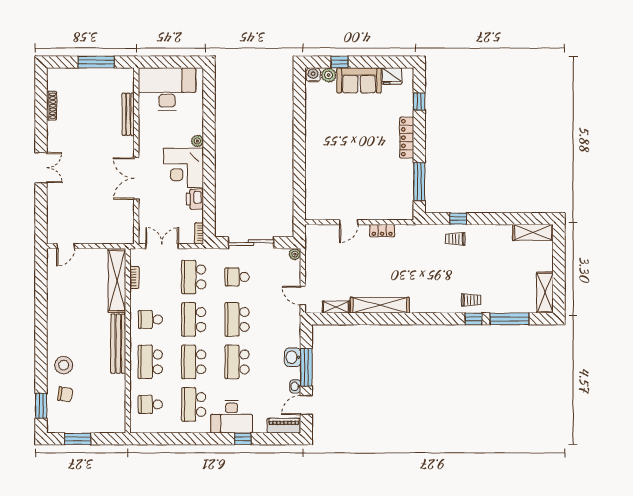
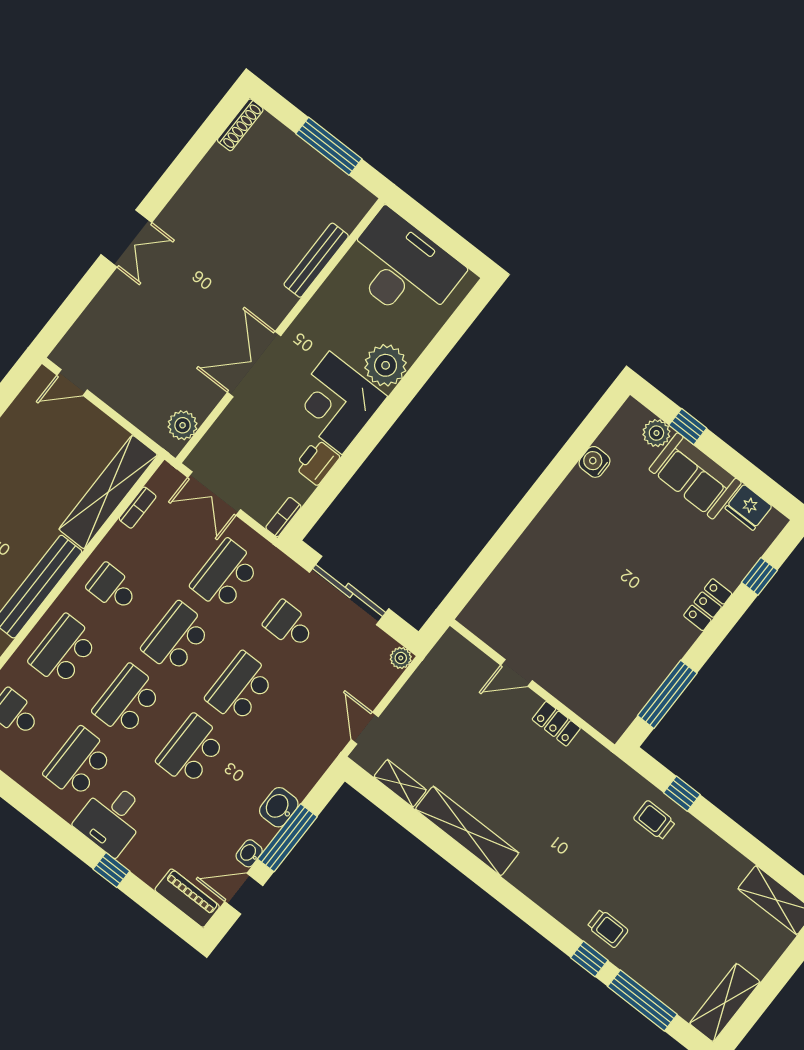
water cooler: (313, 75) -> (594, 462), moved, turned -90
shoe rack: (52, 106) -> (240, 125), moved
locker: (407, 138) -> (708, 605), width x0.66
plant: (197, 141) -> (386, 365), width x1.88, depth x1.88
plant: (126, 228) -> (183, 425), added
double door: (162, 246) -> (214, 493), swing flipped
desk: (231, 417) -> (112, 818), width x0.73

